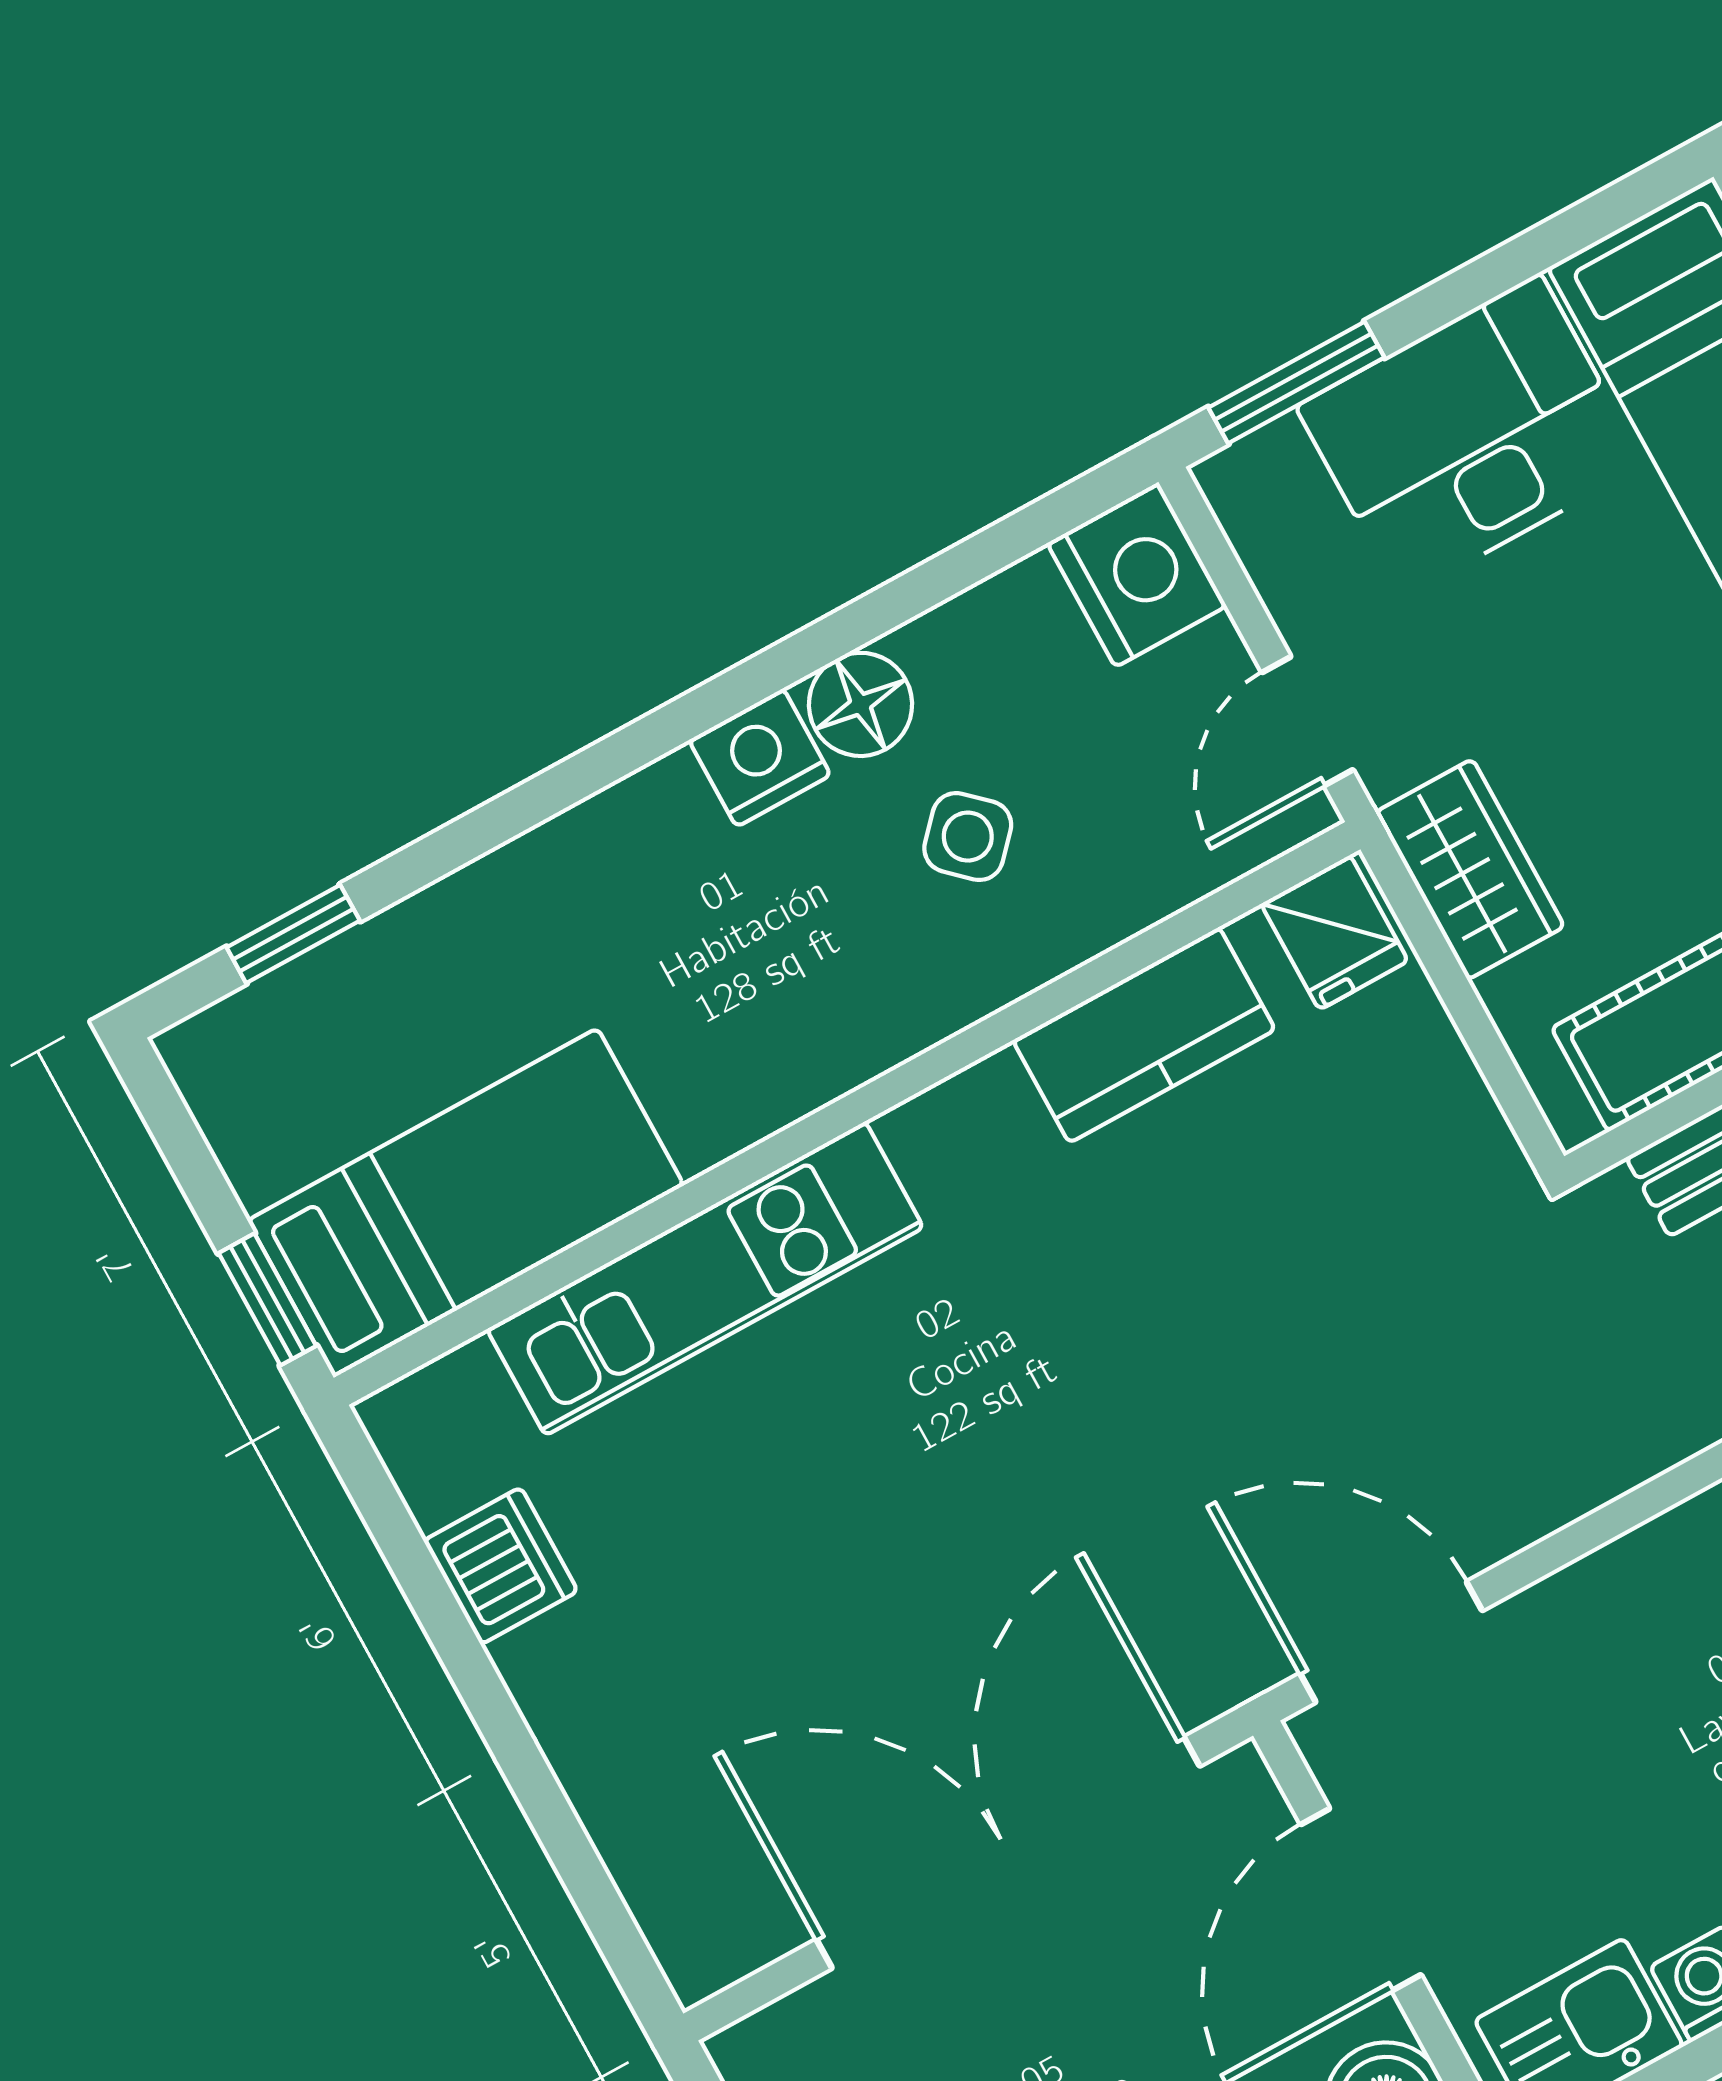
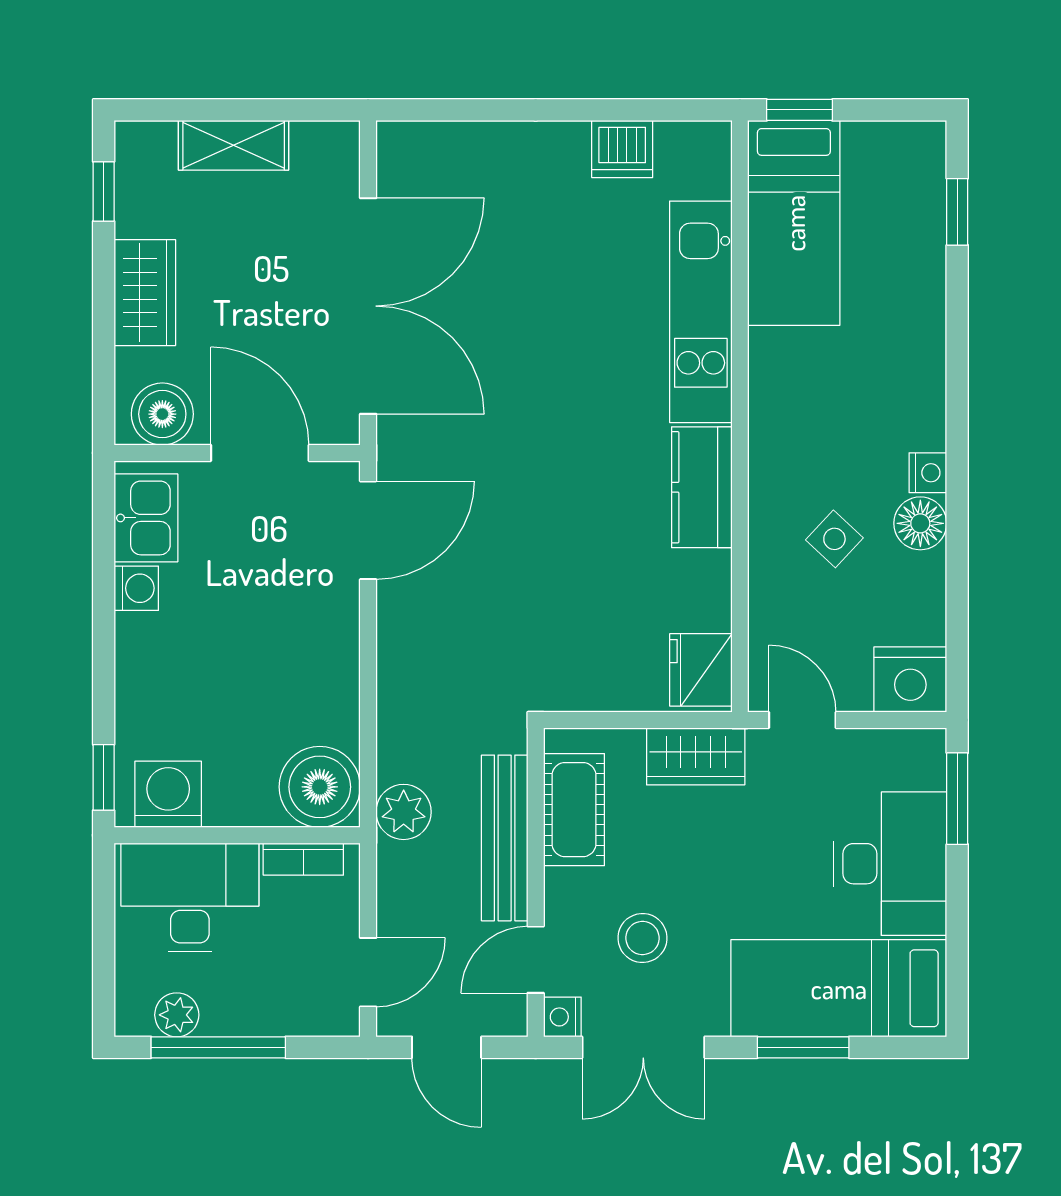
nightstand: (760, 758) -> (928, 473), width x0.72, depth x0.74
fridge: (1335, 932) -> (701, 670), width x1.38
kitchen counter: (1144, 1035) -> (702, 487), moved

